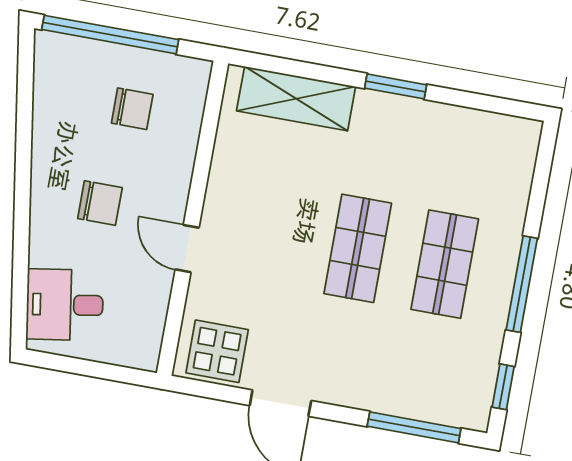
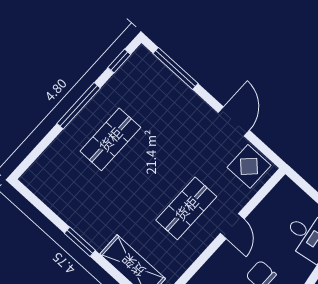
shop shelf: (358, 248) -> (186, 208), moved

